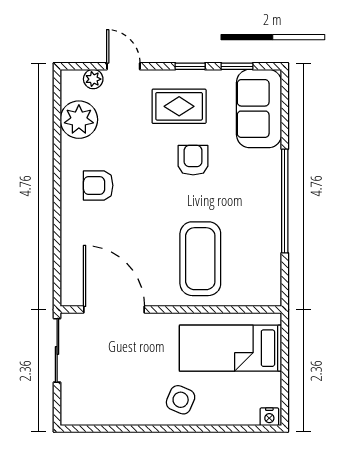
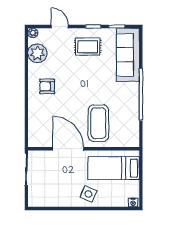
plant: (93, 79) -> (33, 33), moved
sofa: (259, 109) -> (128, 55), width x1.36
armchair: (193, 160) -> (95, 74), removed
door: (114, 310) -> (68, 149), moved

